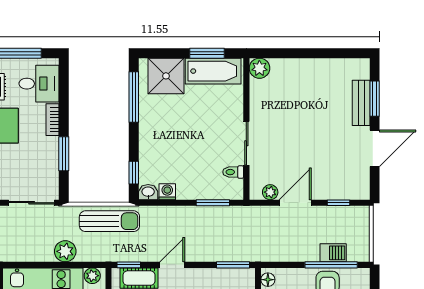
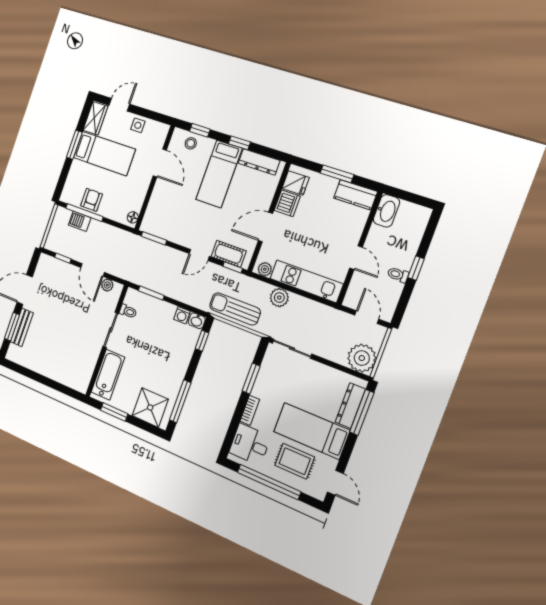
plant: (259, 68) -> (81, 384), removed
bathtub: (213, 71) -> (108, 375), moved, turned 90
door: (295, 203) -> (93, 270), hinge flipped

